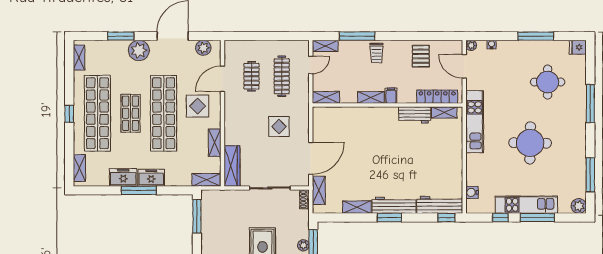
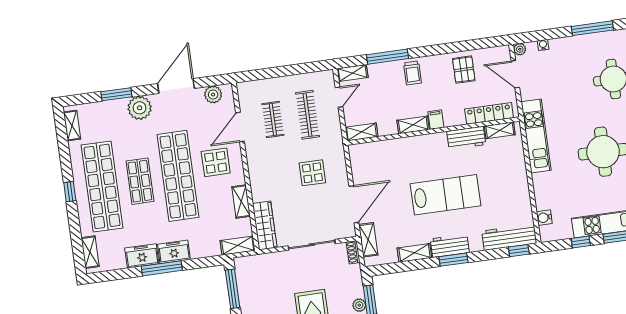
lab bench: (390, 161) -> (445, 195), added
workbench: (394, 205) -> (450, 246), width x0.73

